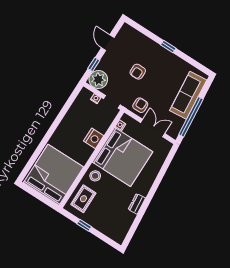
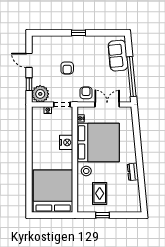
sofa: (188, 95) -> (118, 56), width x0.73
rug: (83, 199) -> (100, 193), moved

